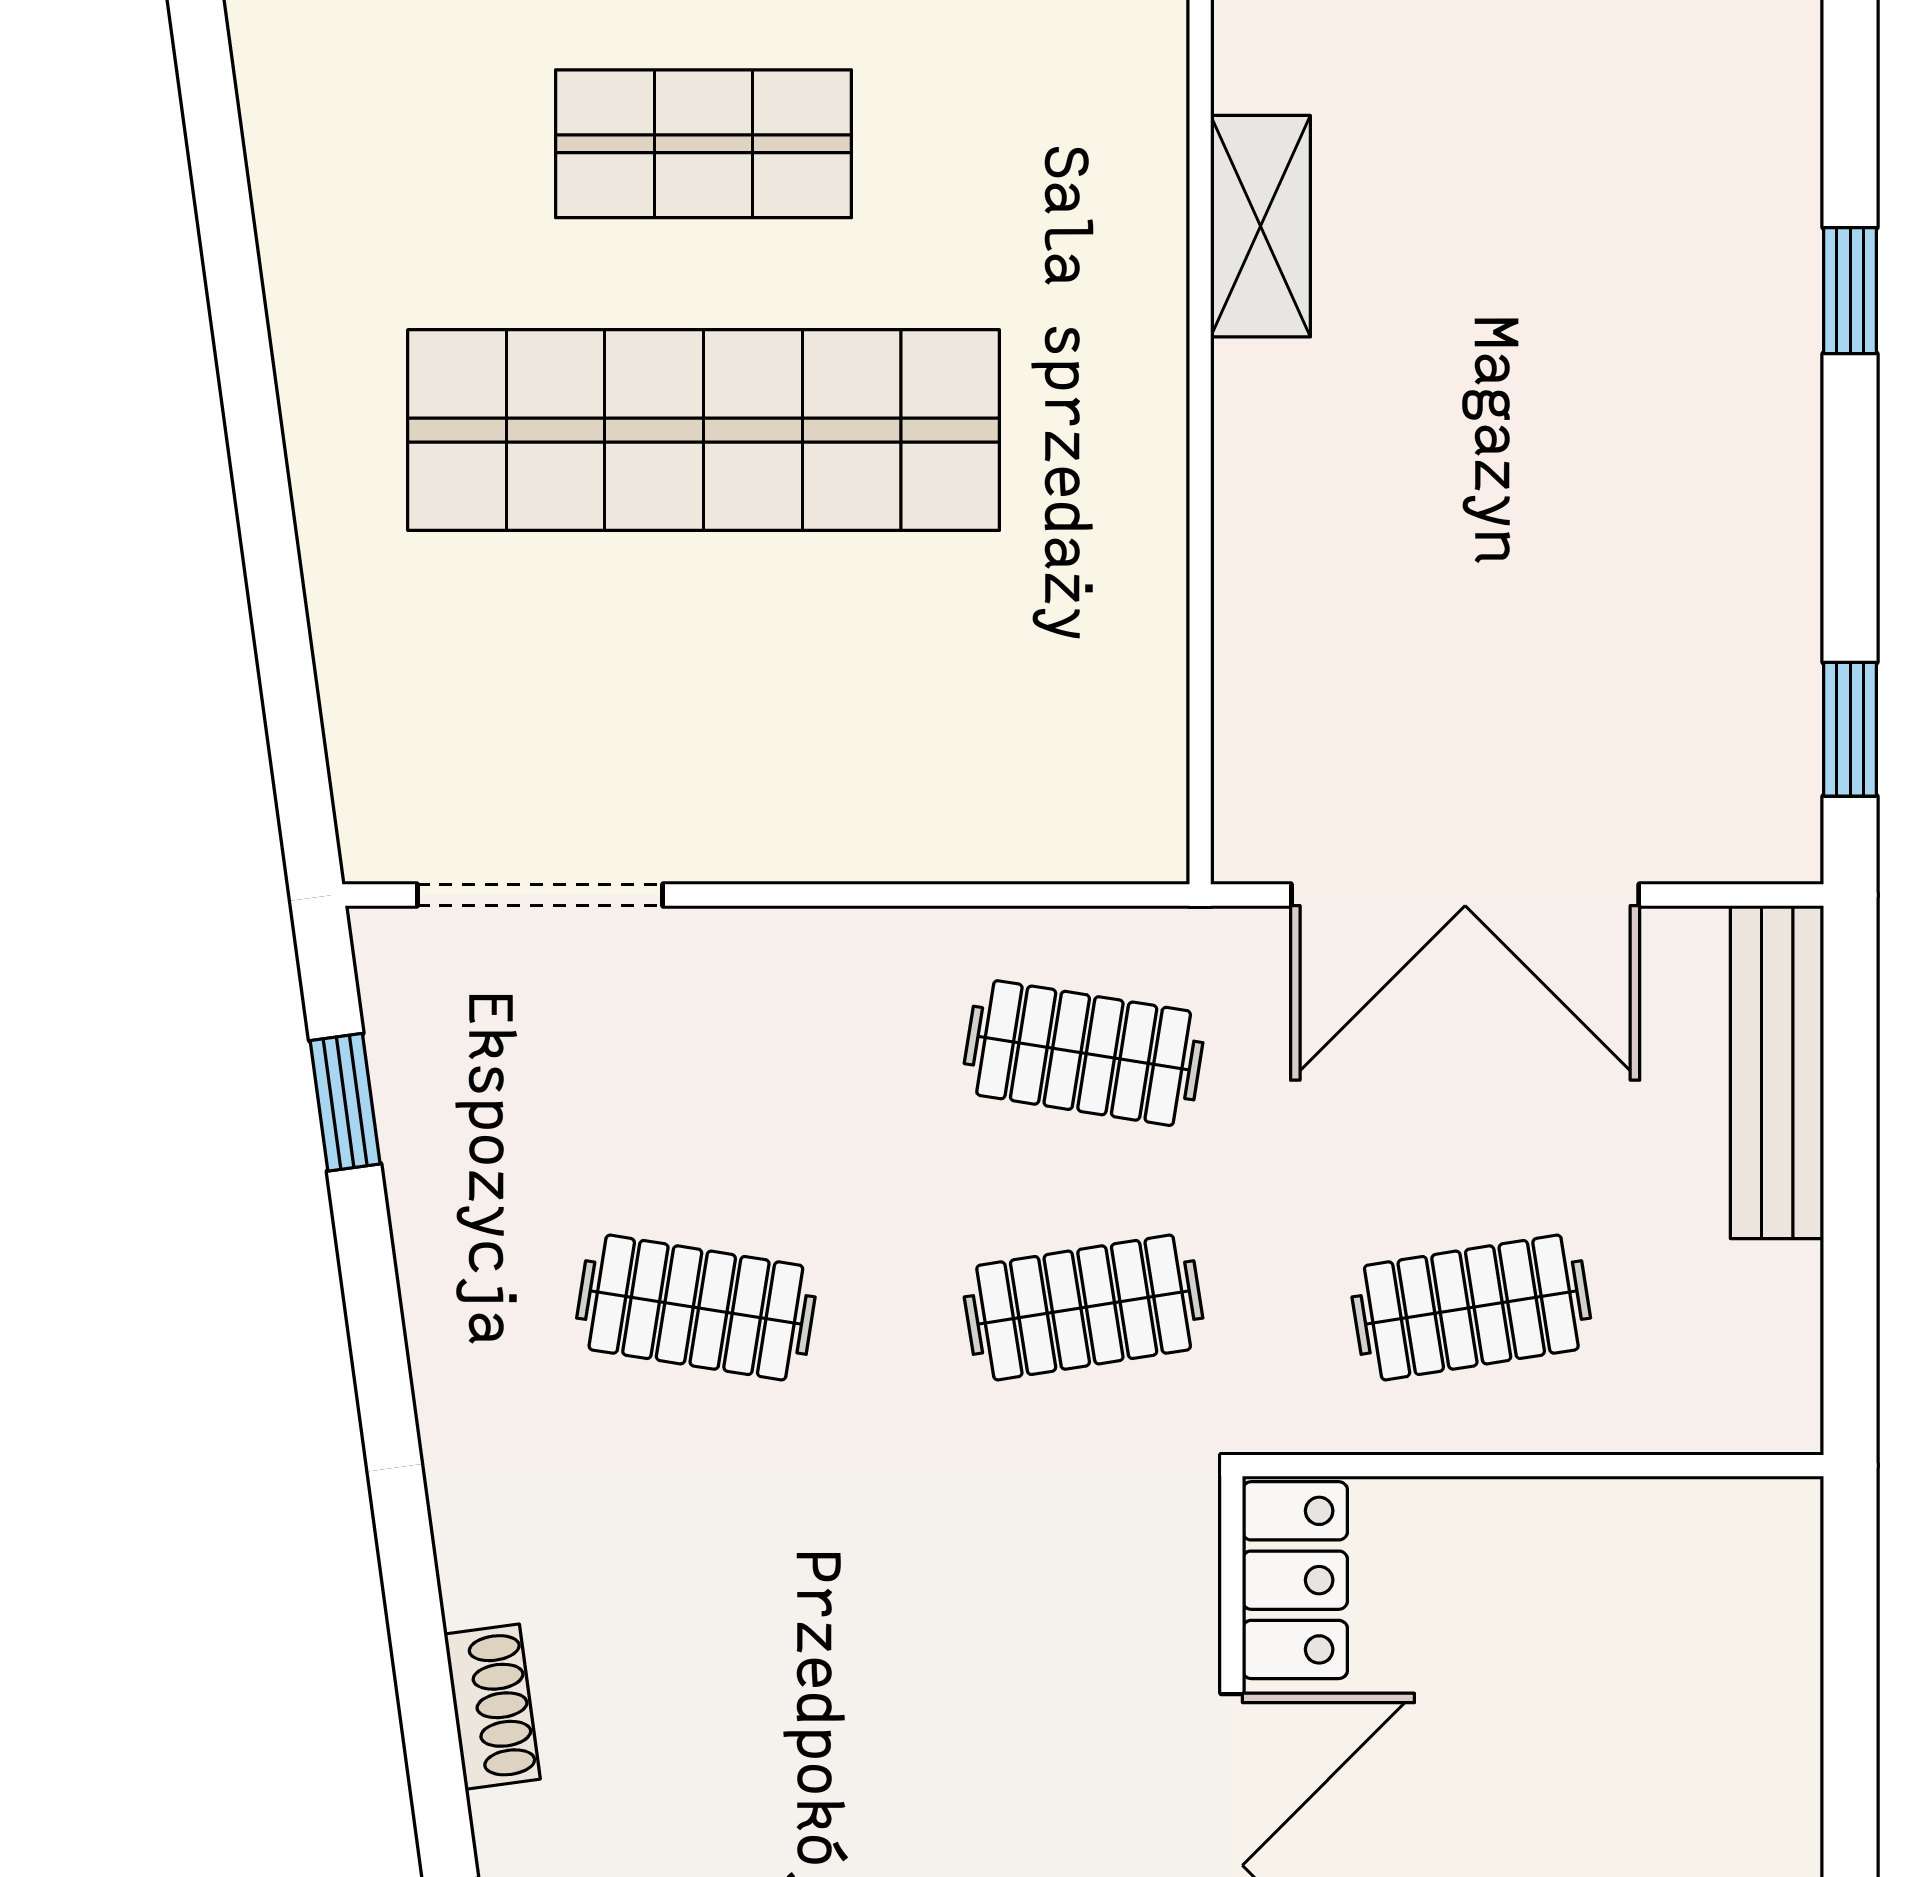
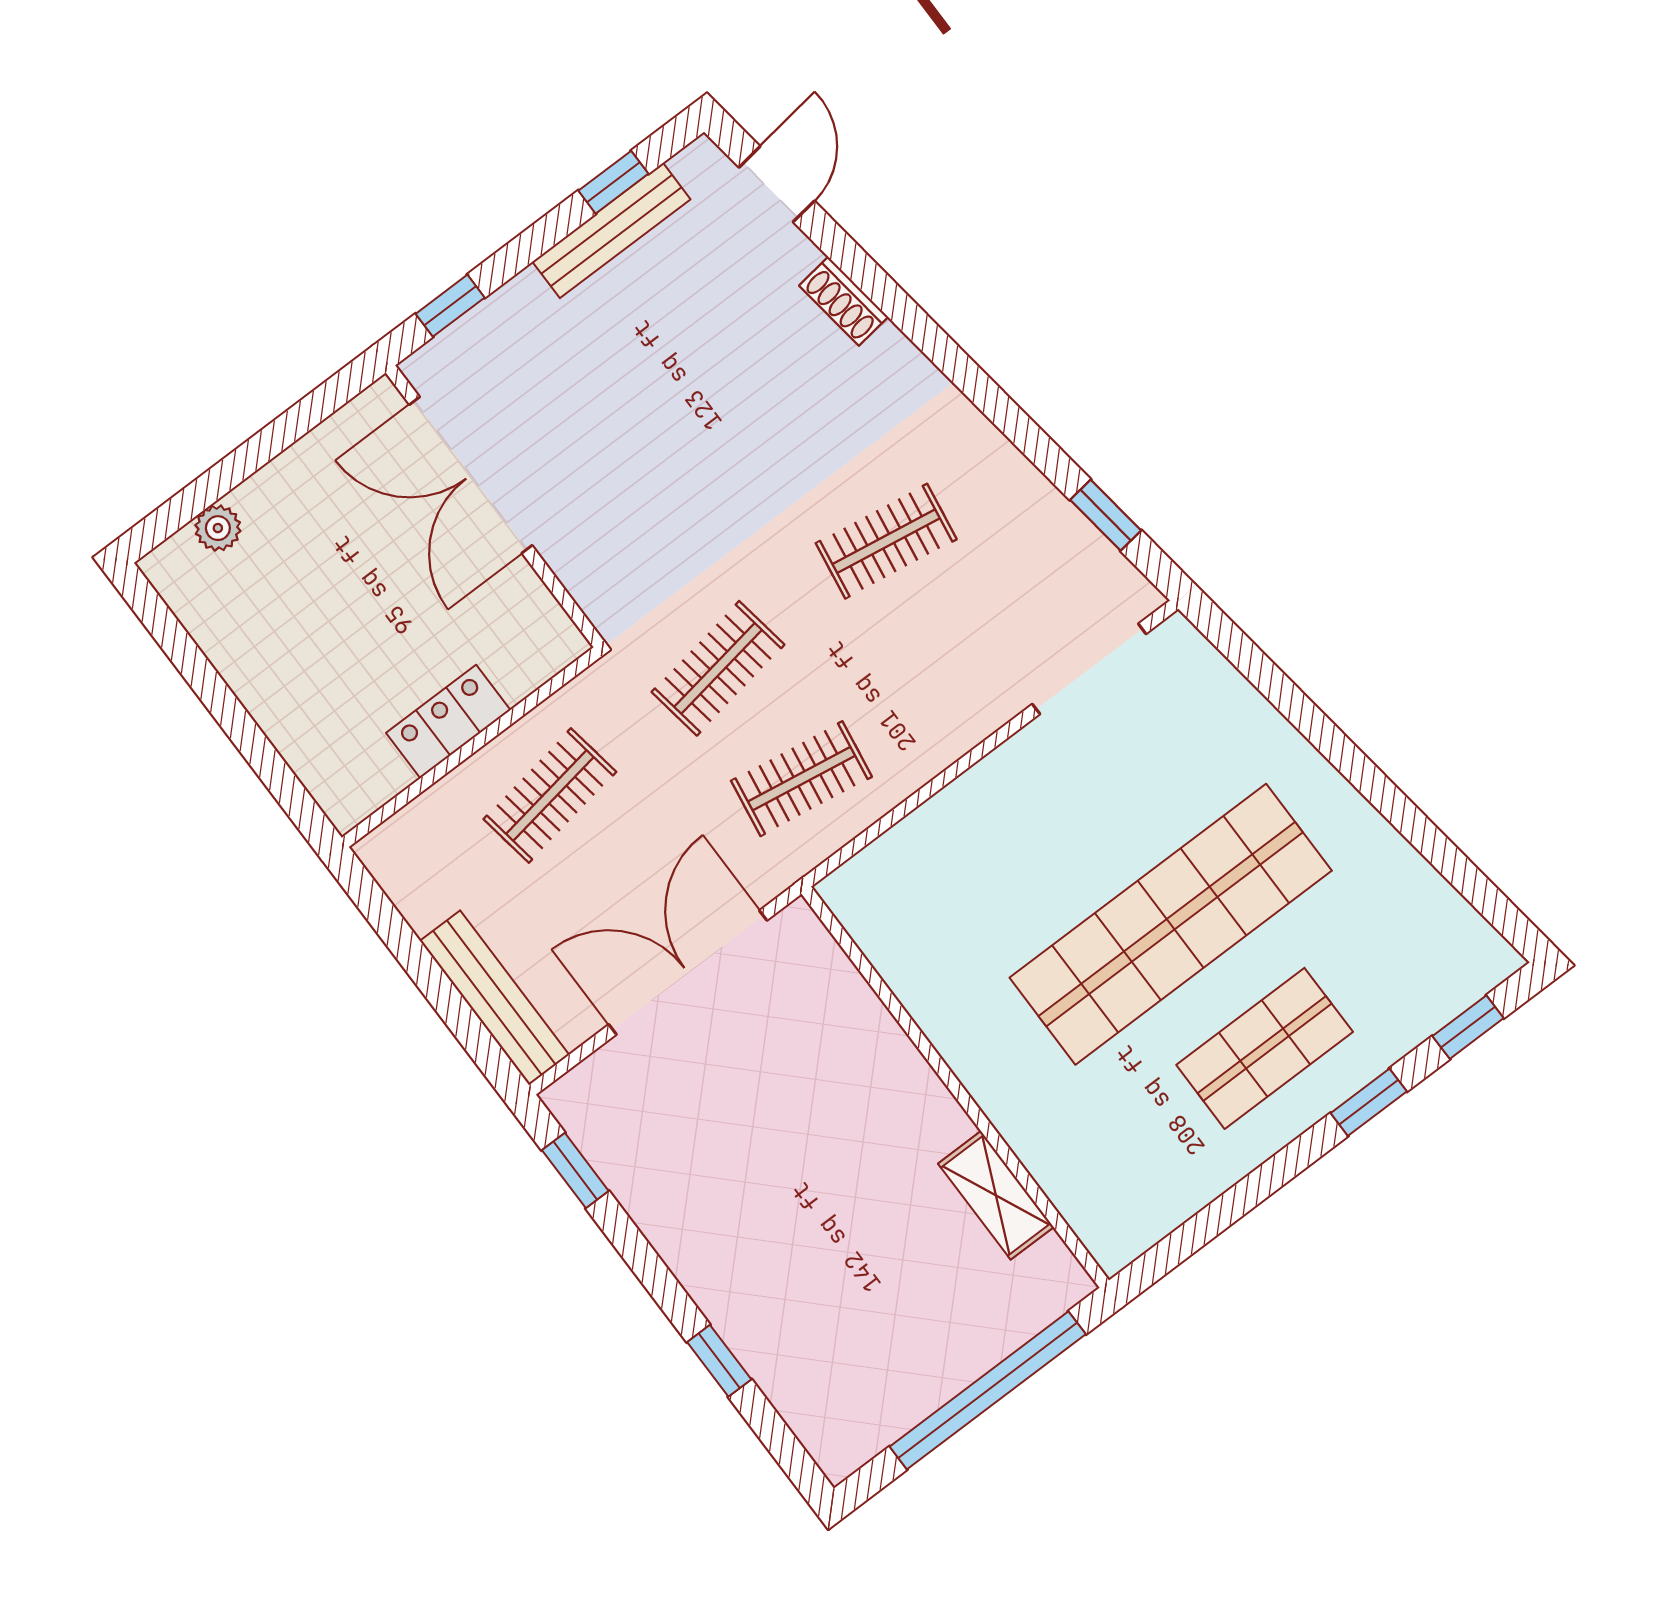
locker: (1295, 1580) -> (448, 722), moved, turned 90

